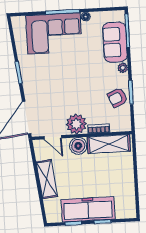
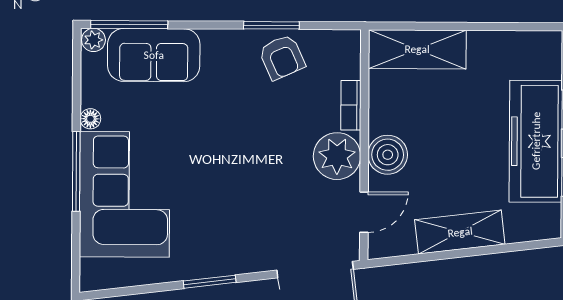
plant: (123, 68) -> (93, 40), moved
shelving: (109, 144) -> (417, 49), moved, turned 90

